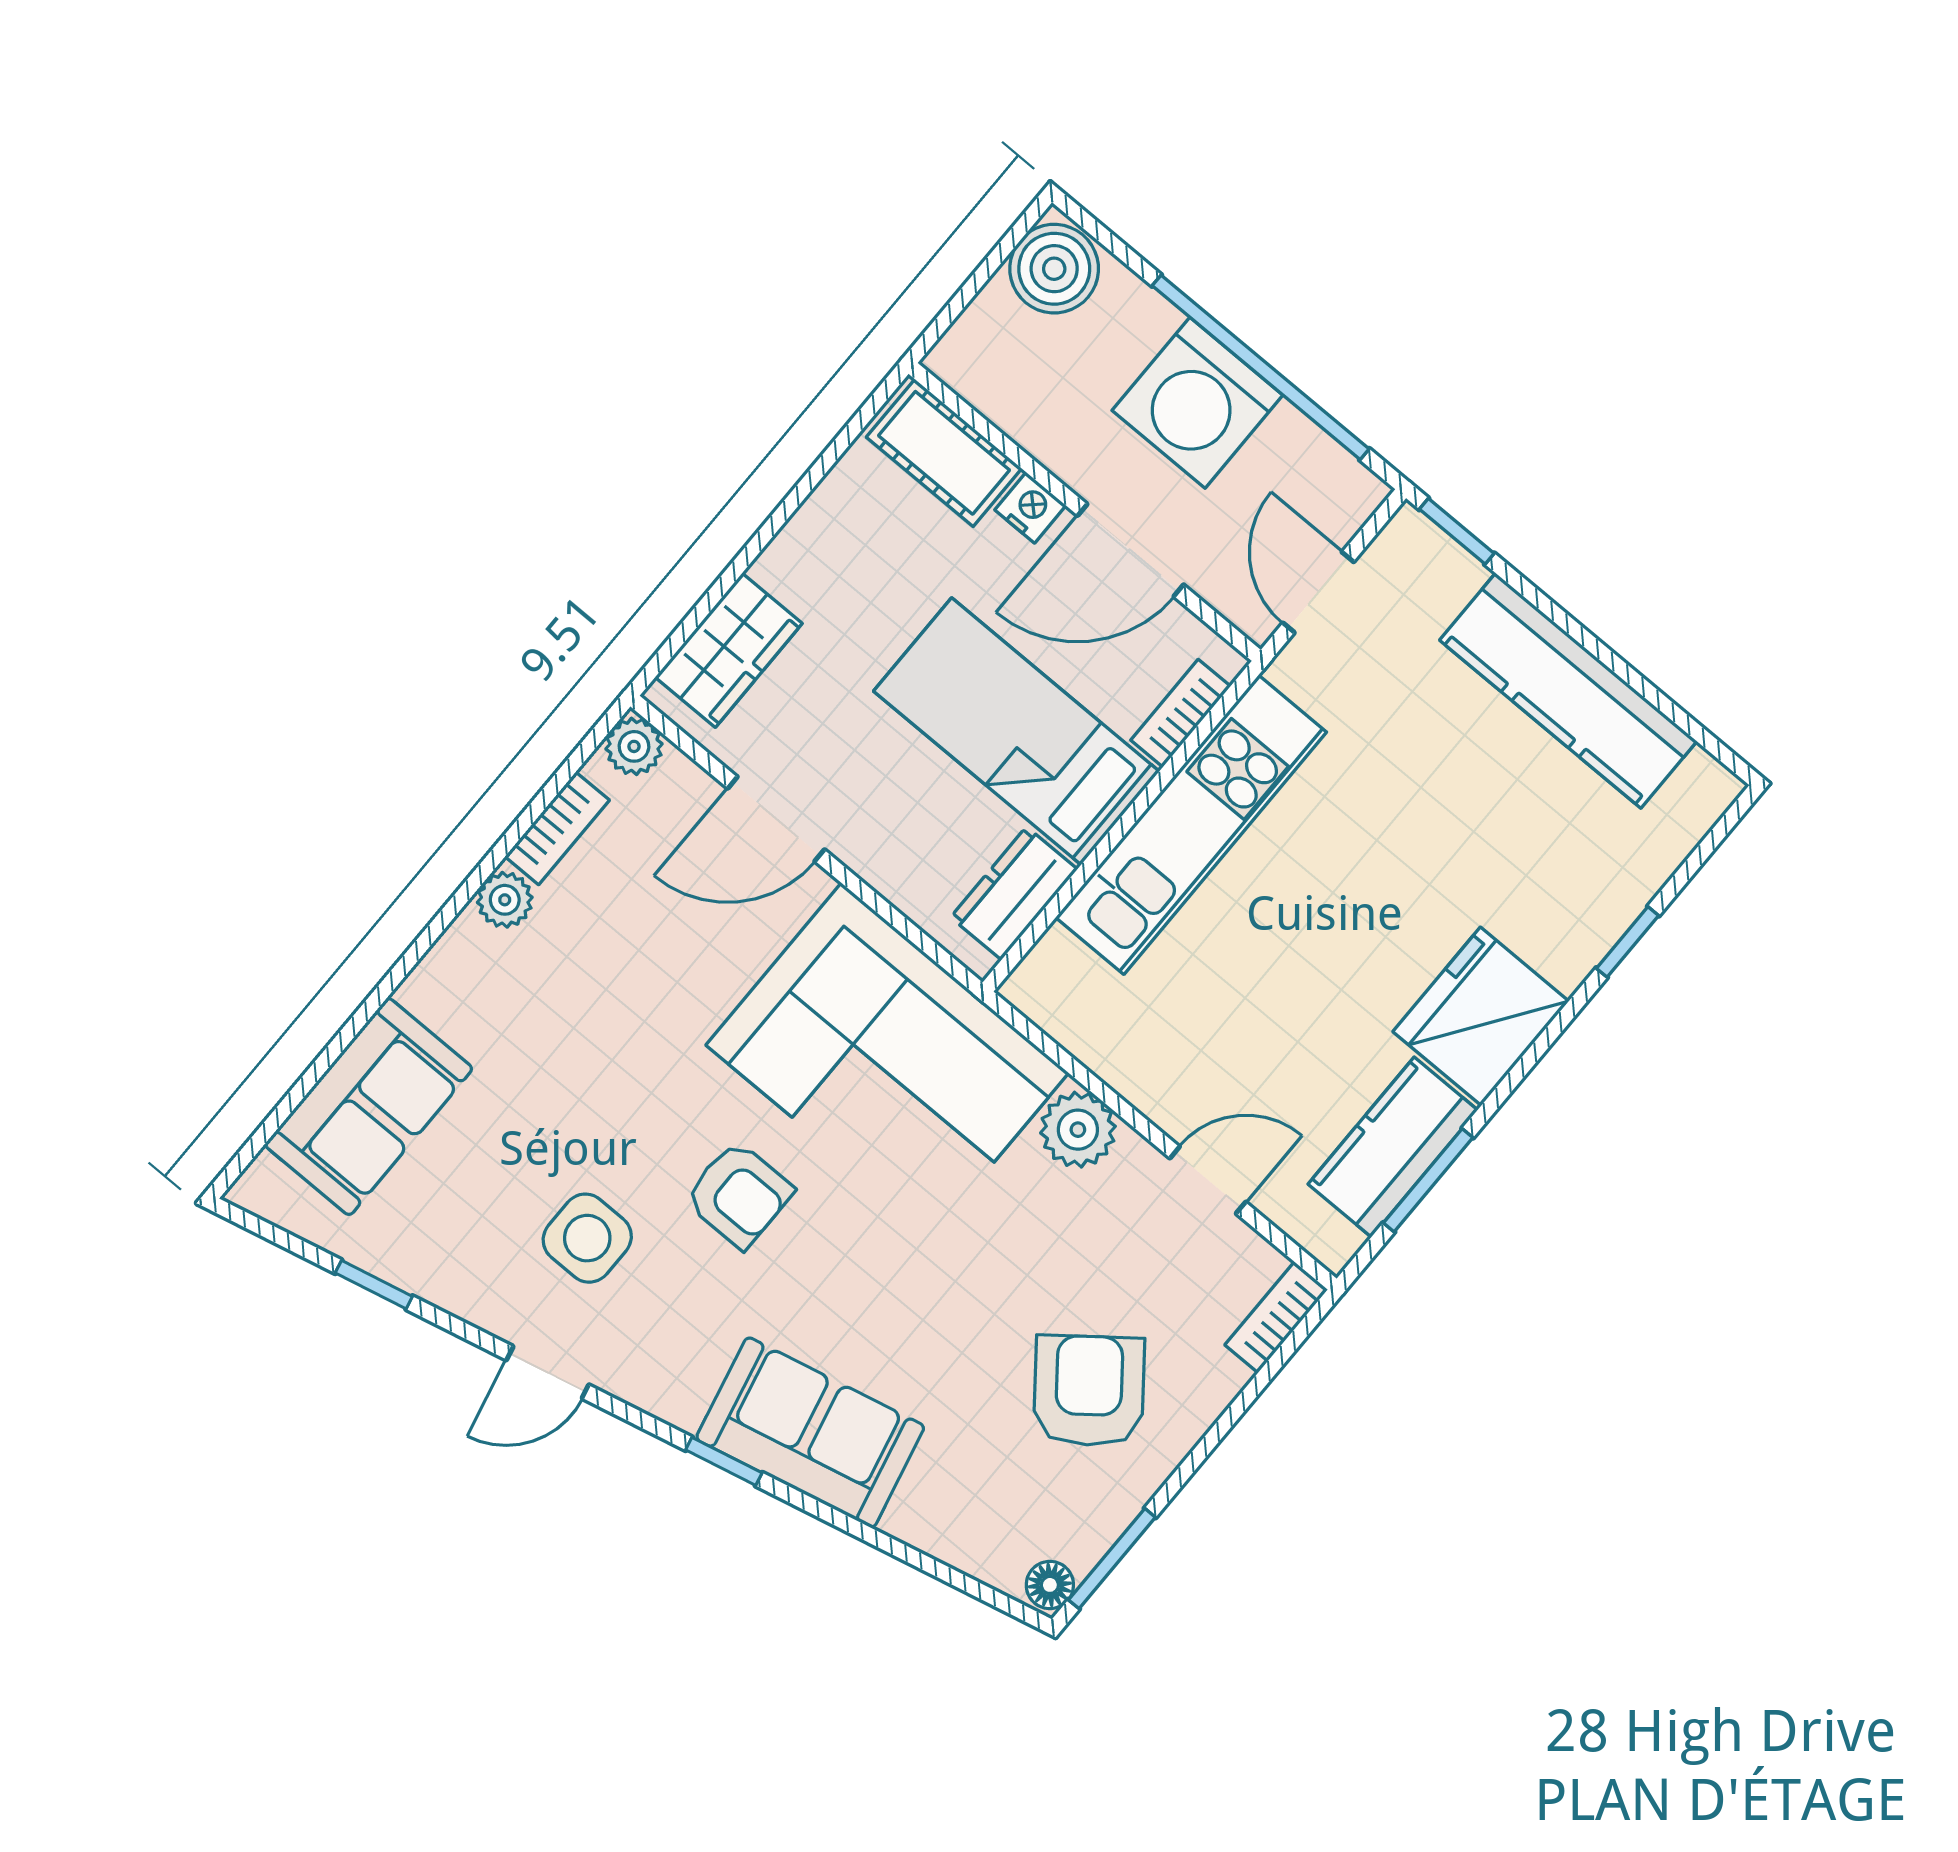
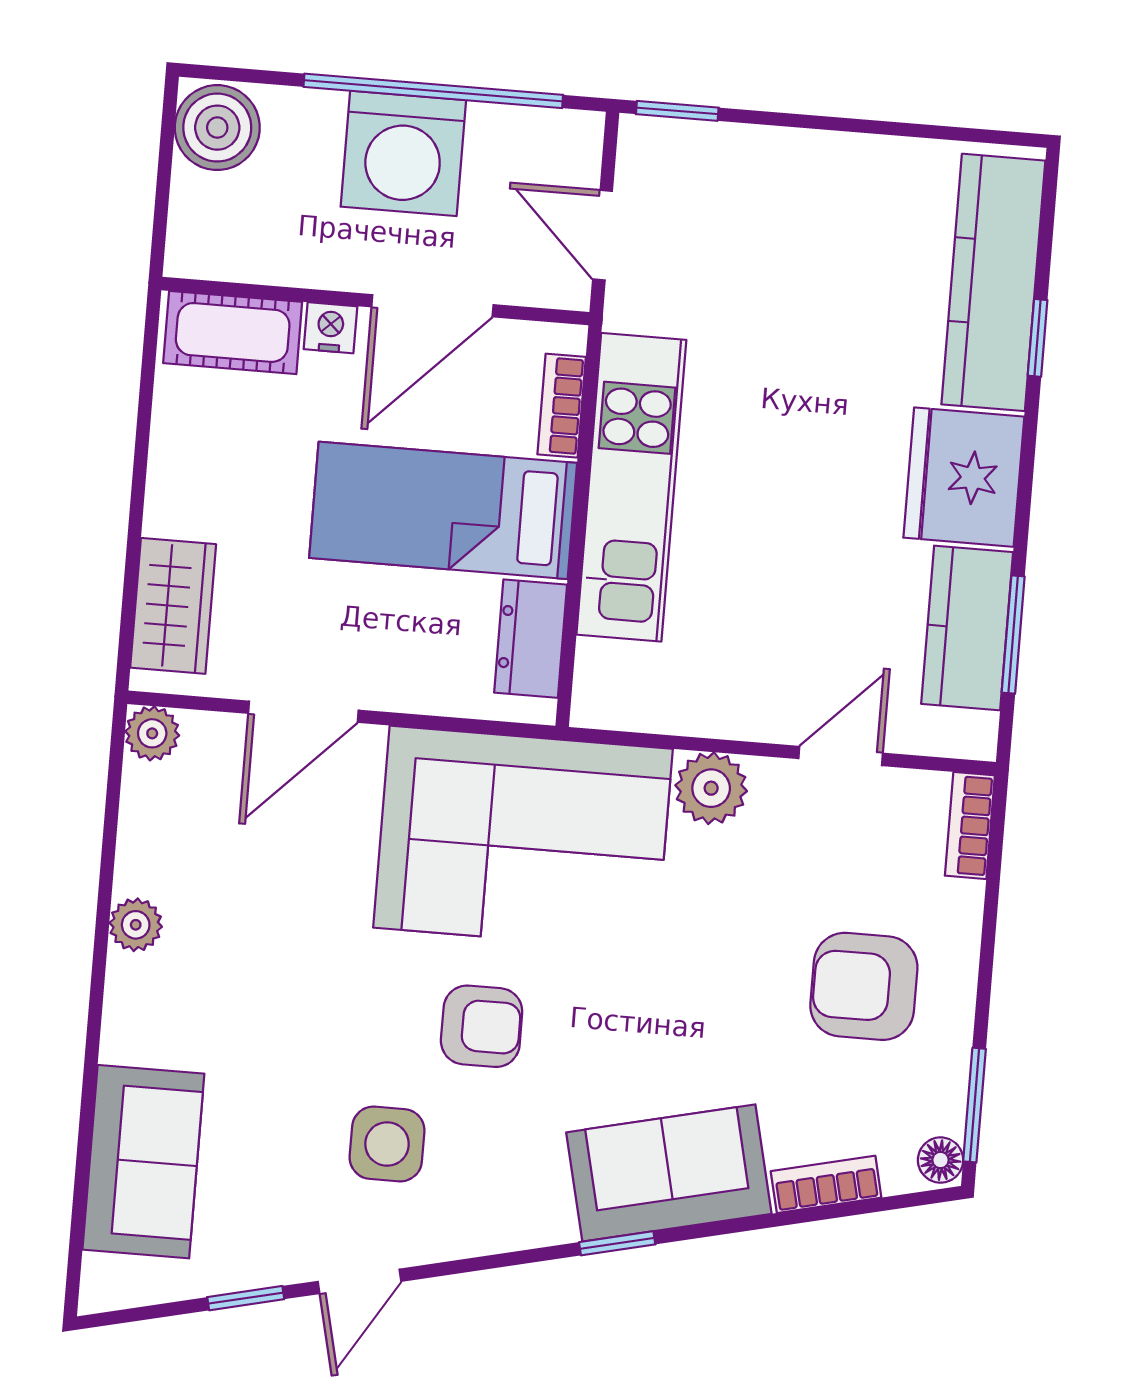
kitchen counter: (1568, 691) -> (993, 282), moved, turned 90
bookcase: (557, 828) -> (826, 1184), moved, turned -103
door: (548, 1372) -> (360, 1281), moved
armchair: (1089, 1391) -> (864, 986), turned -52

